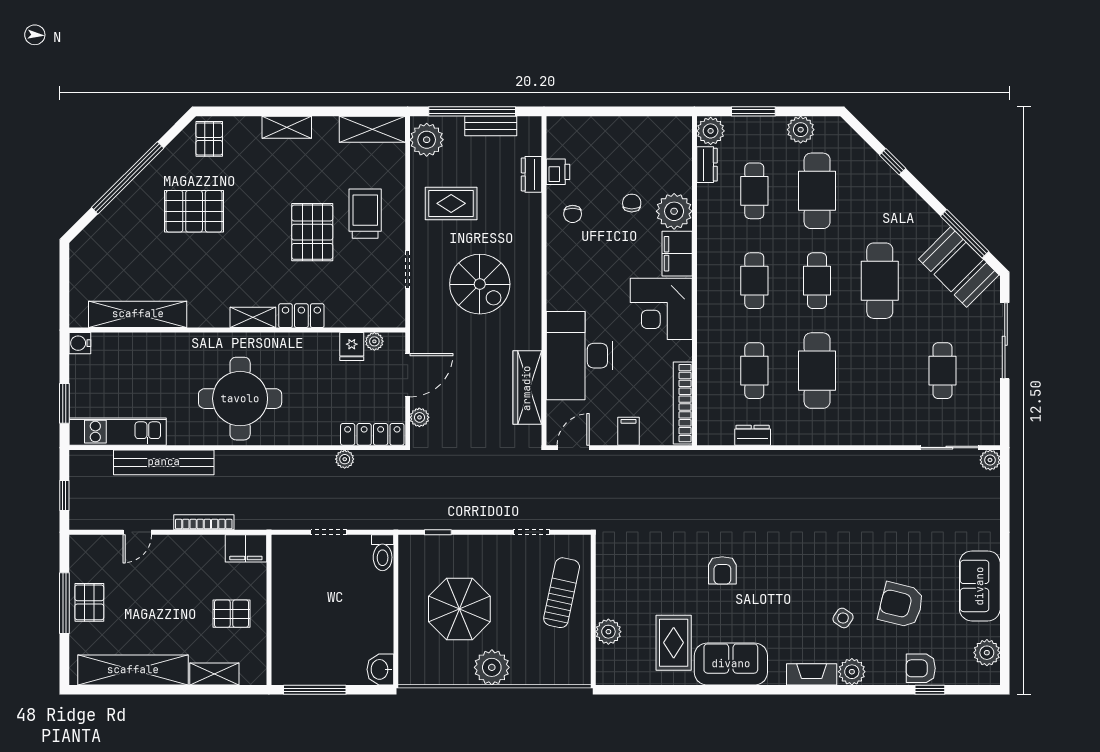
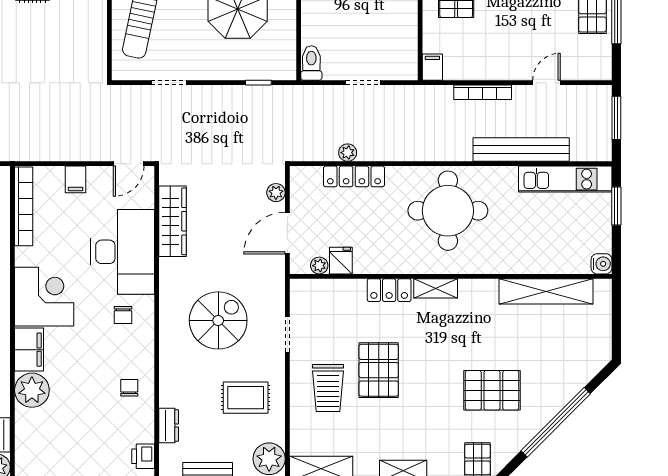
printer: (558, 172) -> (143, 456), moved
chair: (632, 203) -> (123, 315), moved
spiral stairs: (480, 284) -> (218, 320), turned 90
locker: (372, 434) -> (354, 176), moved
window: (64, 495) -> (616, 118), width x1.50
filing cabinet: (246, 548) -> (432, 67), width x0.50

